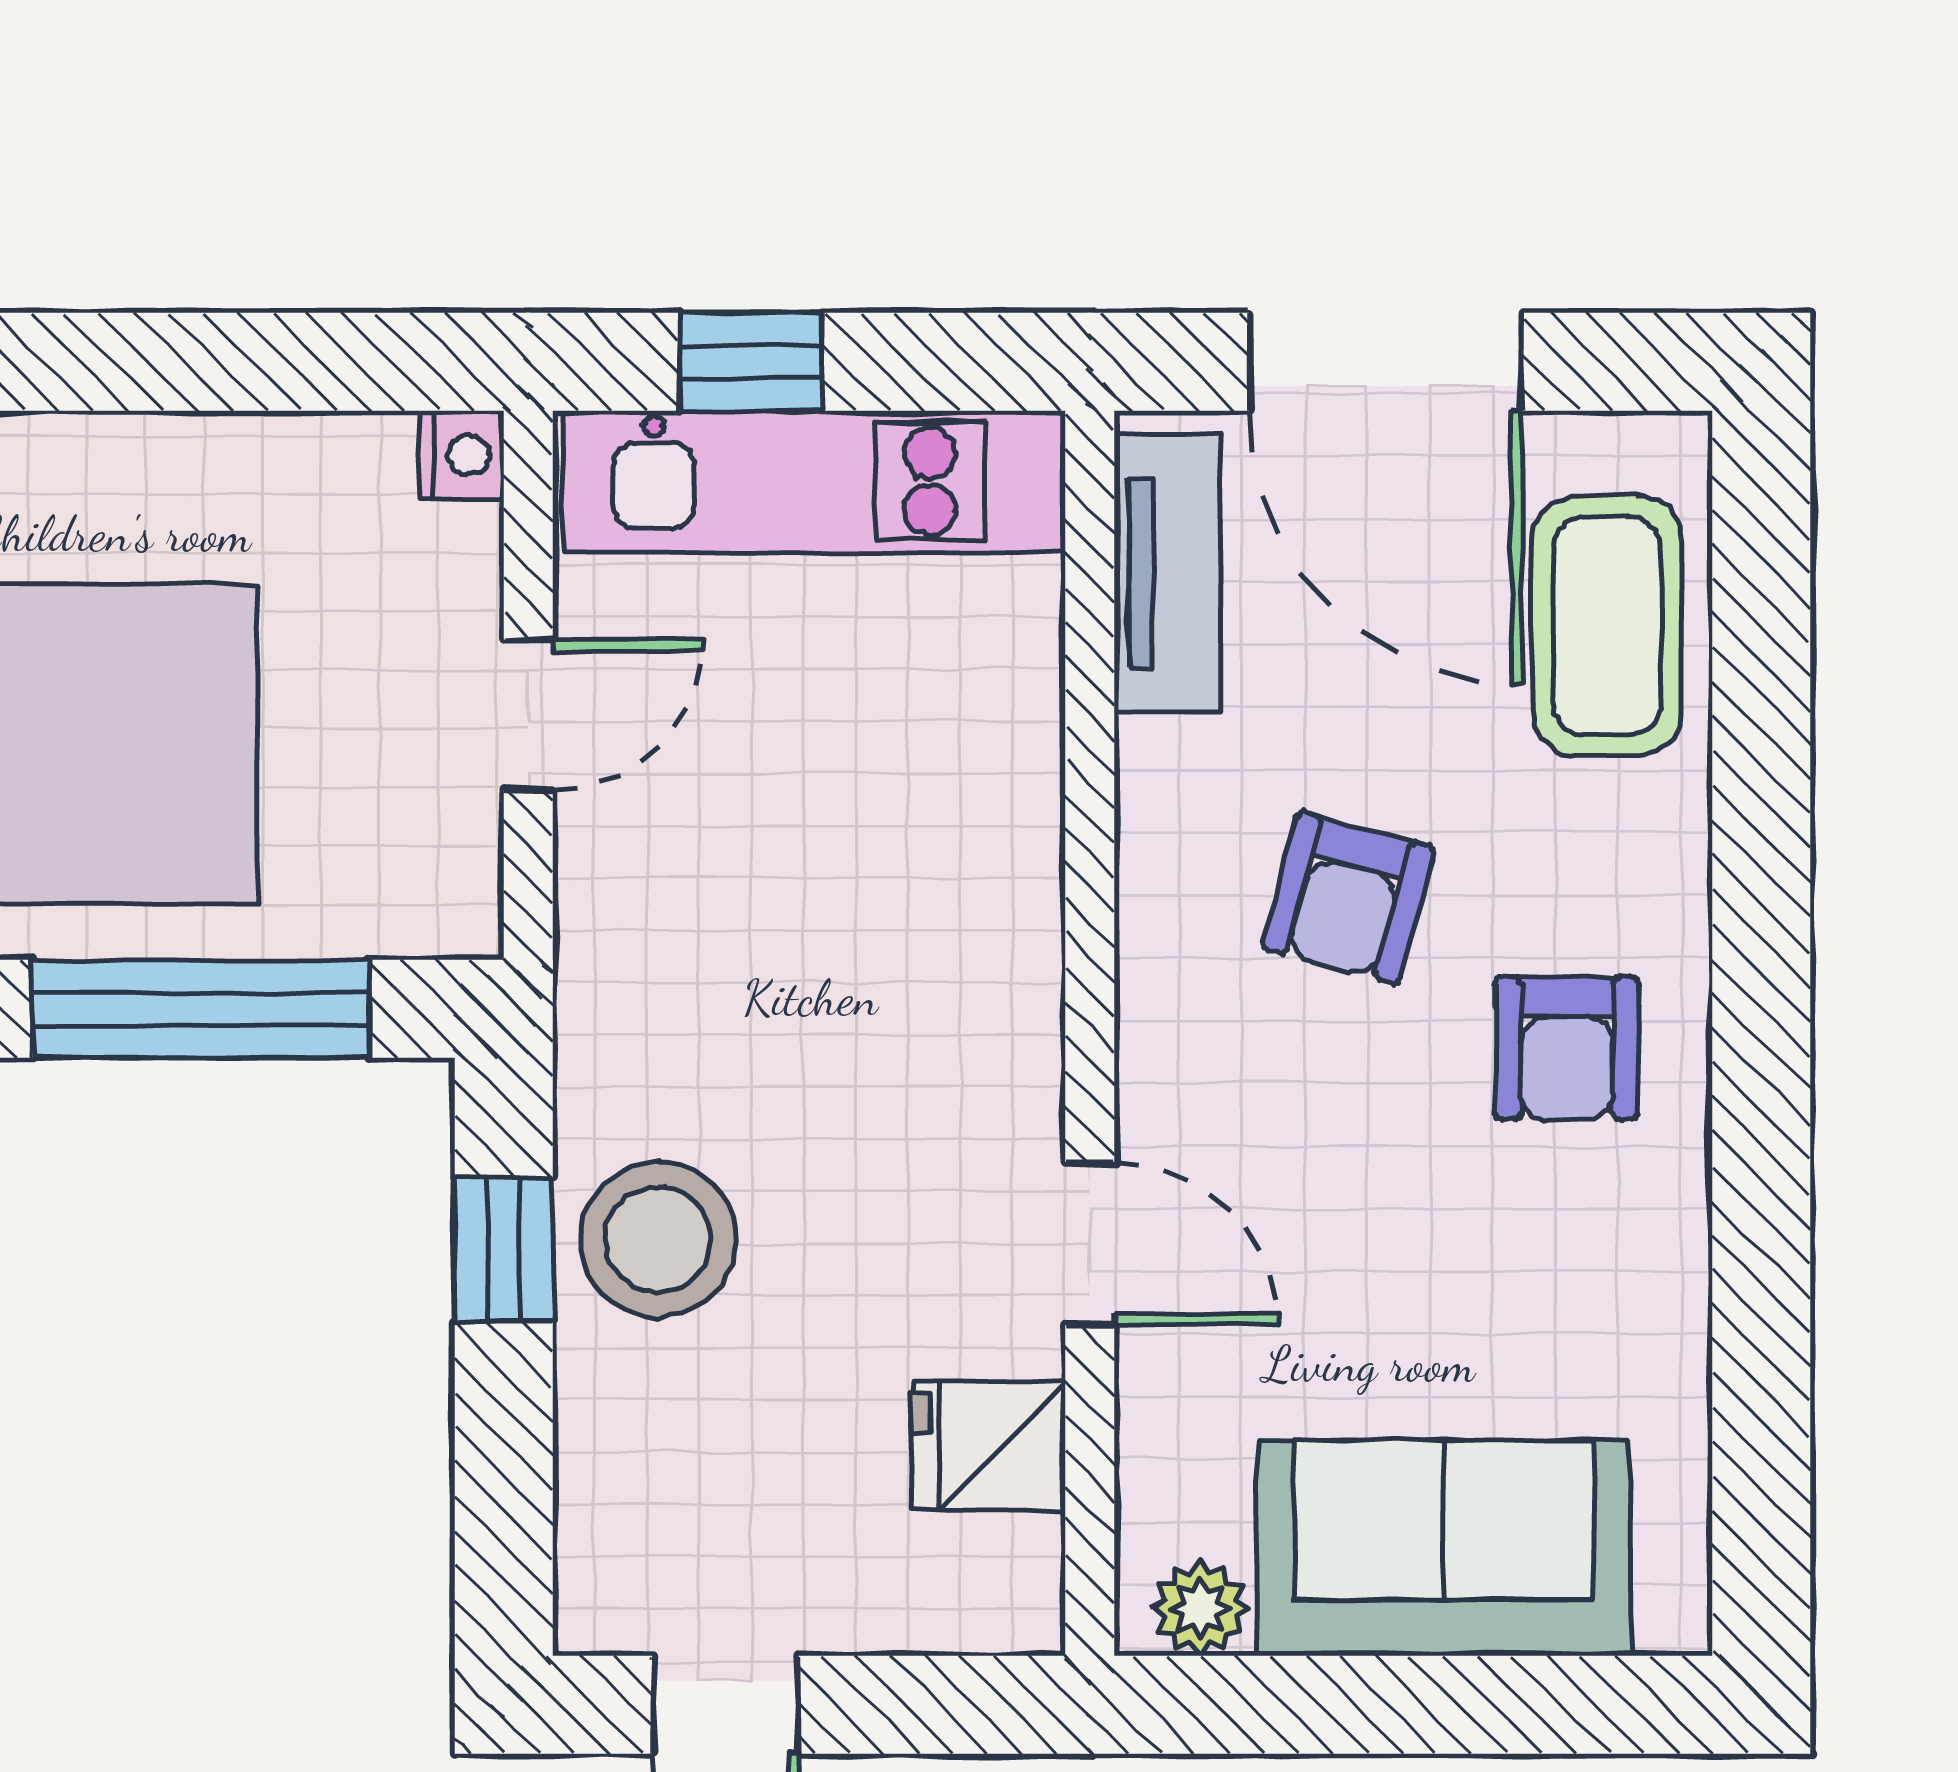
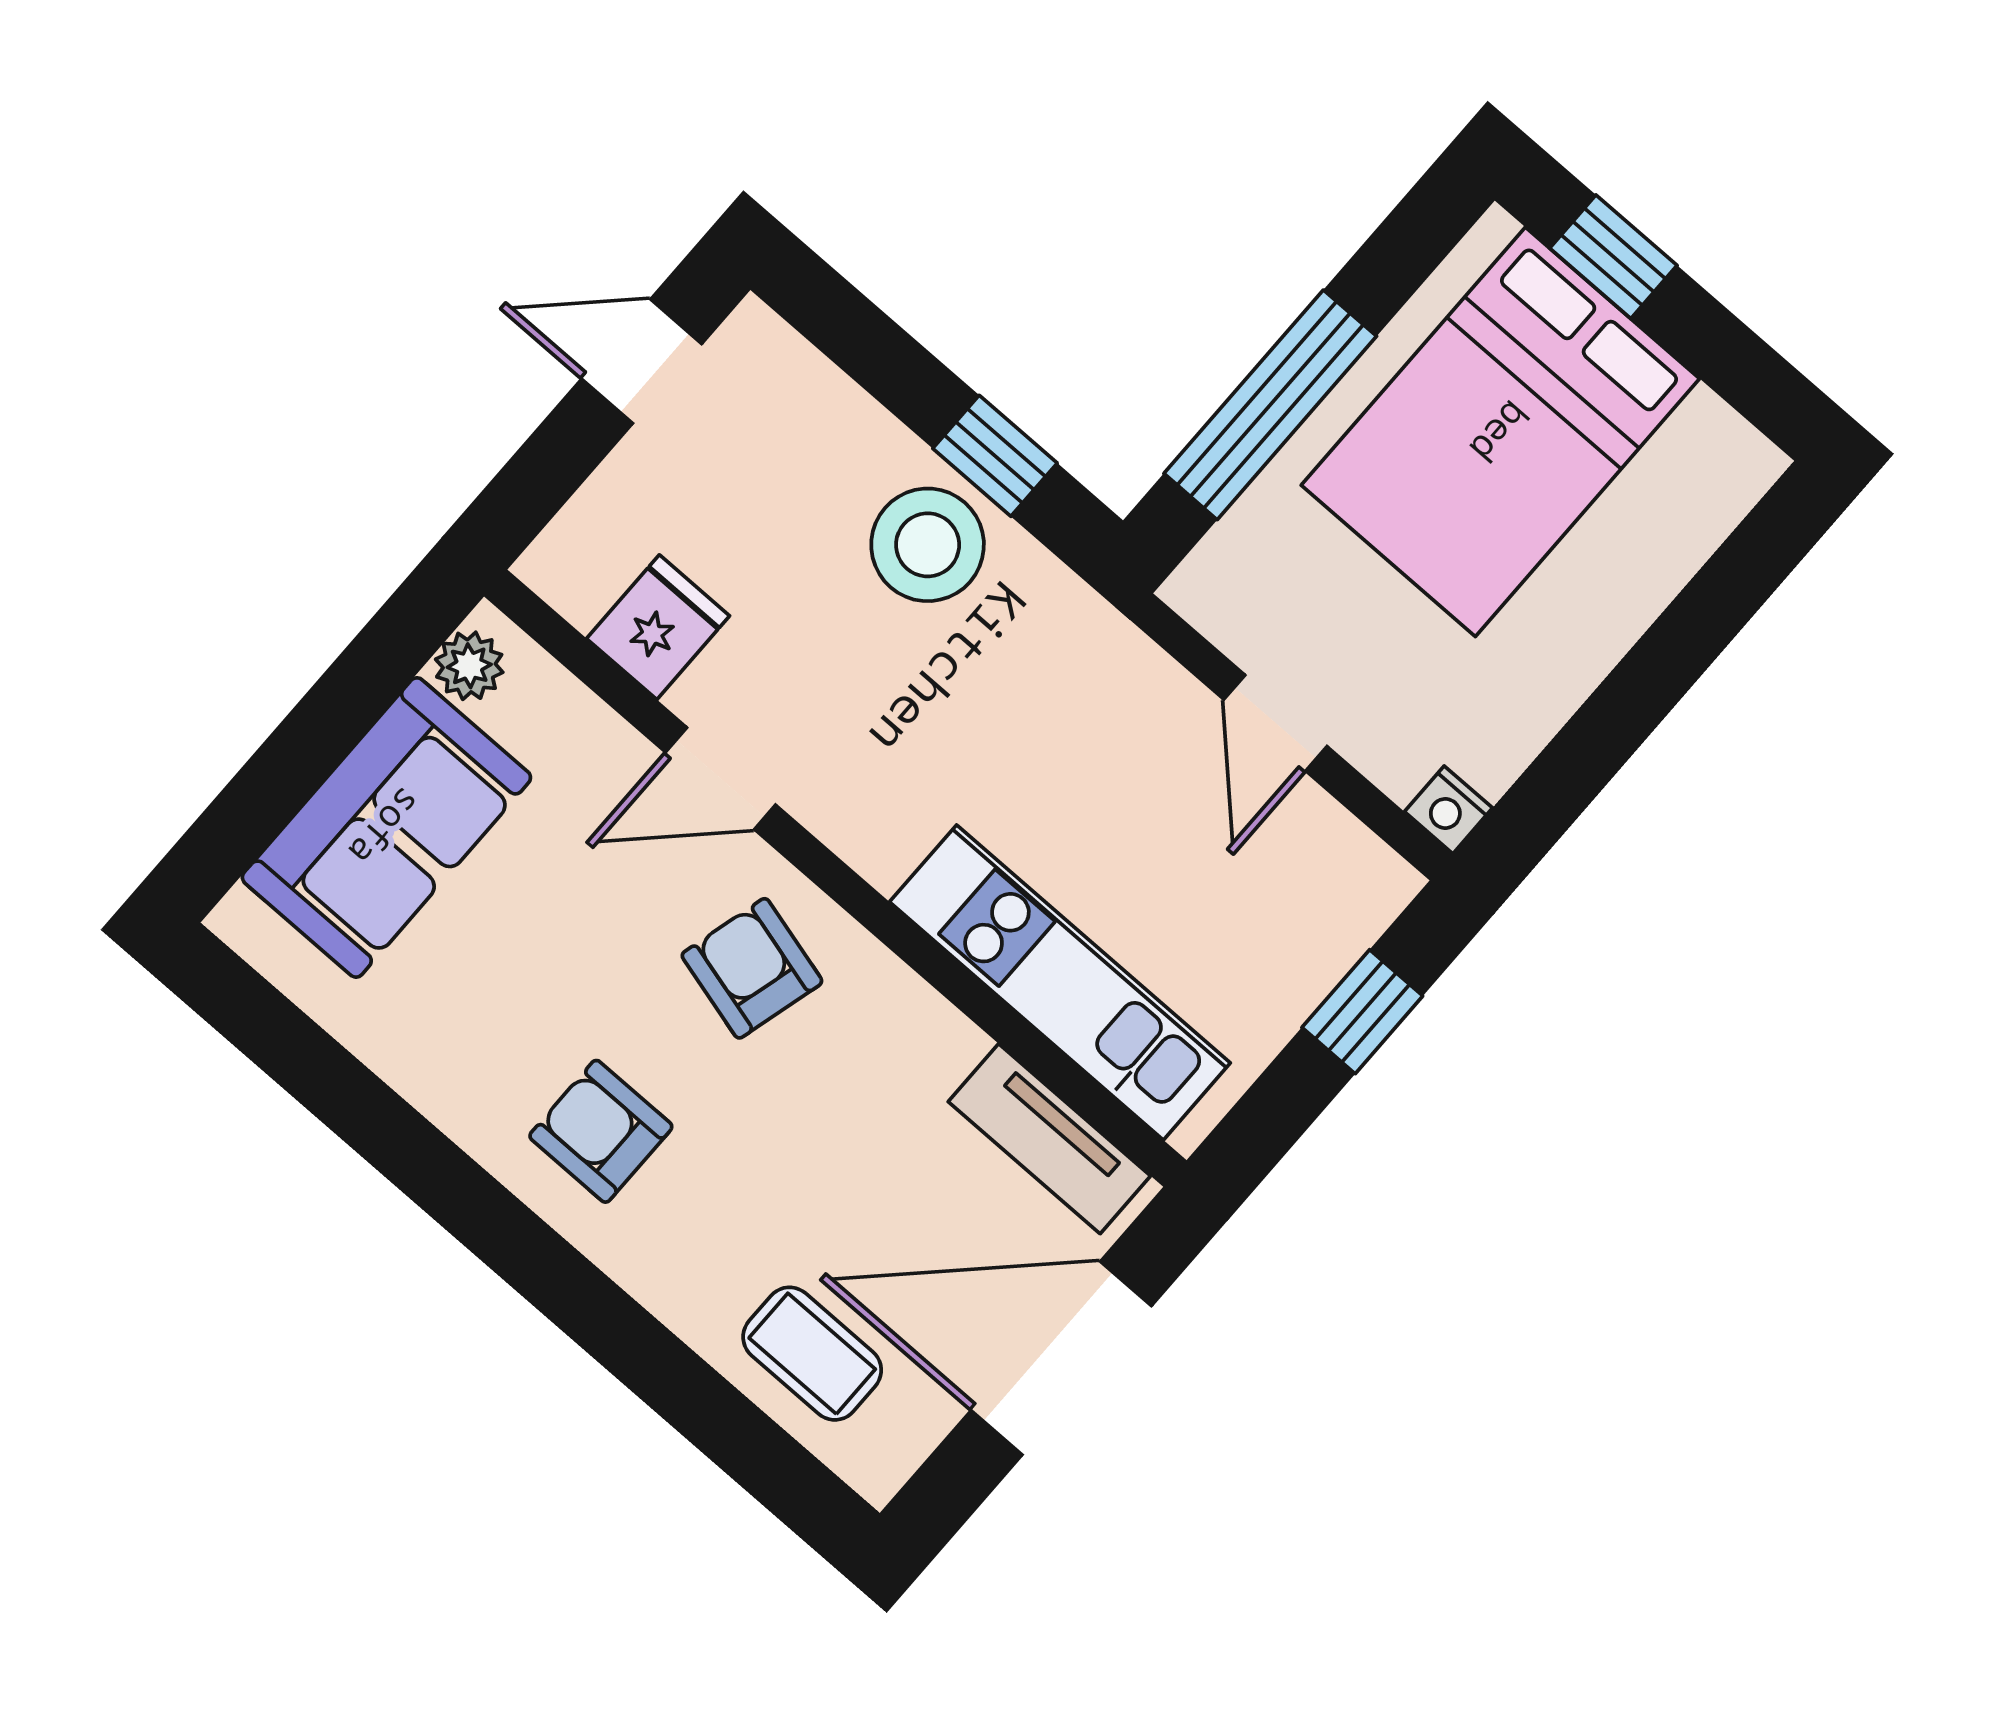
kitchen unit: (814, 481) -> (1060, 982), moved, turned 90
coffee table: (1607, 626) -> (812, 1354), width x0.73, depth x0.77
armchair: (1348, 898) -> (752, 968), moved

